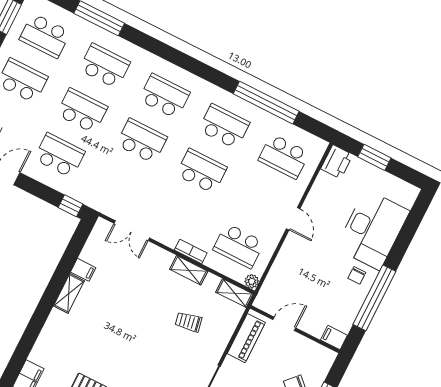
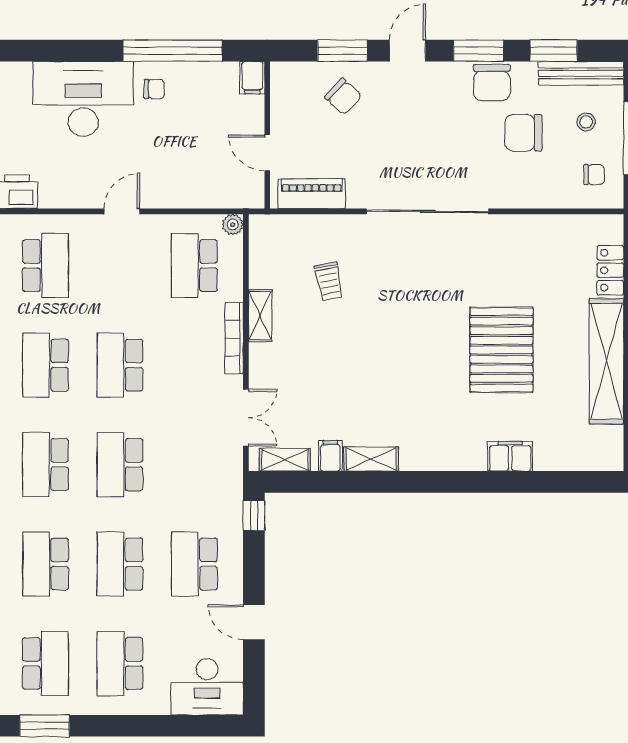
school desk: (239, 246) -> (194, 266), turned 180
bookcase: (191, 252) -> (234, 338), width x1.56
shelving: (234, 293) -> (285, 460), moved, turned 90

